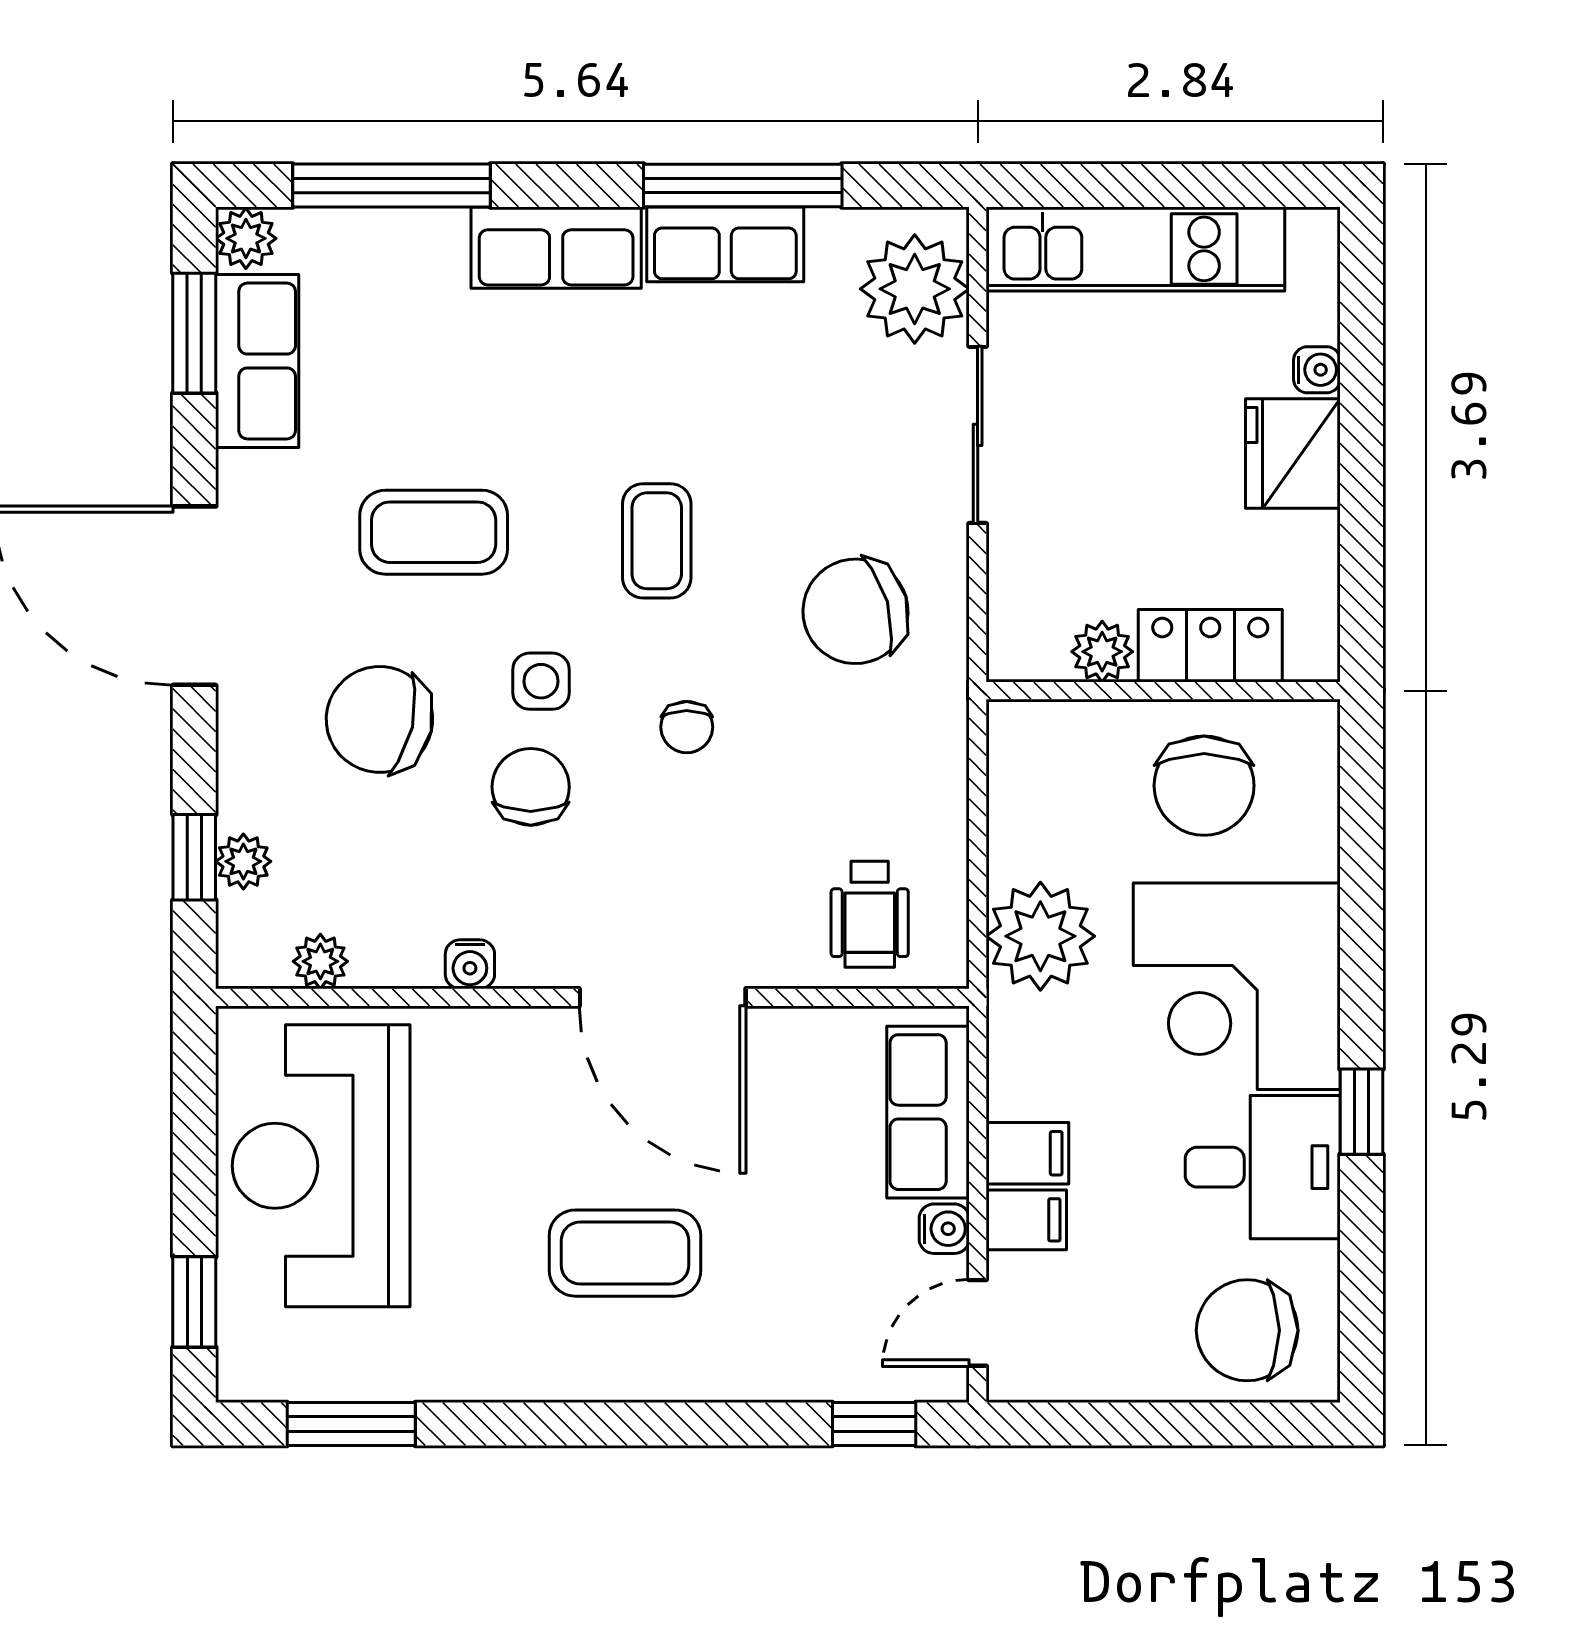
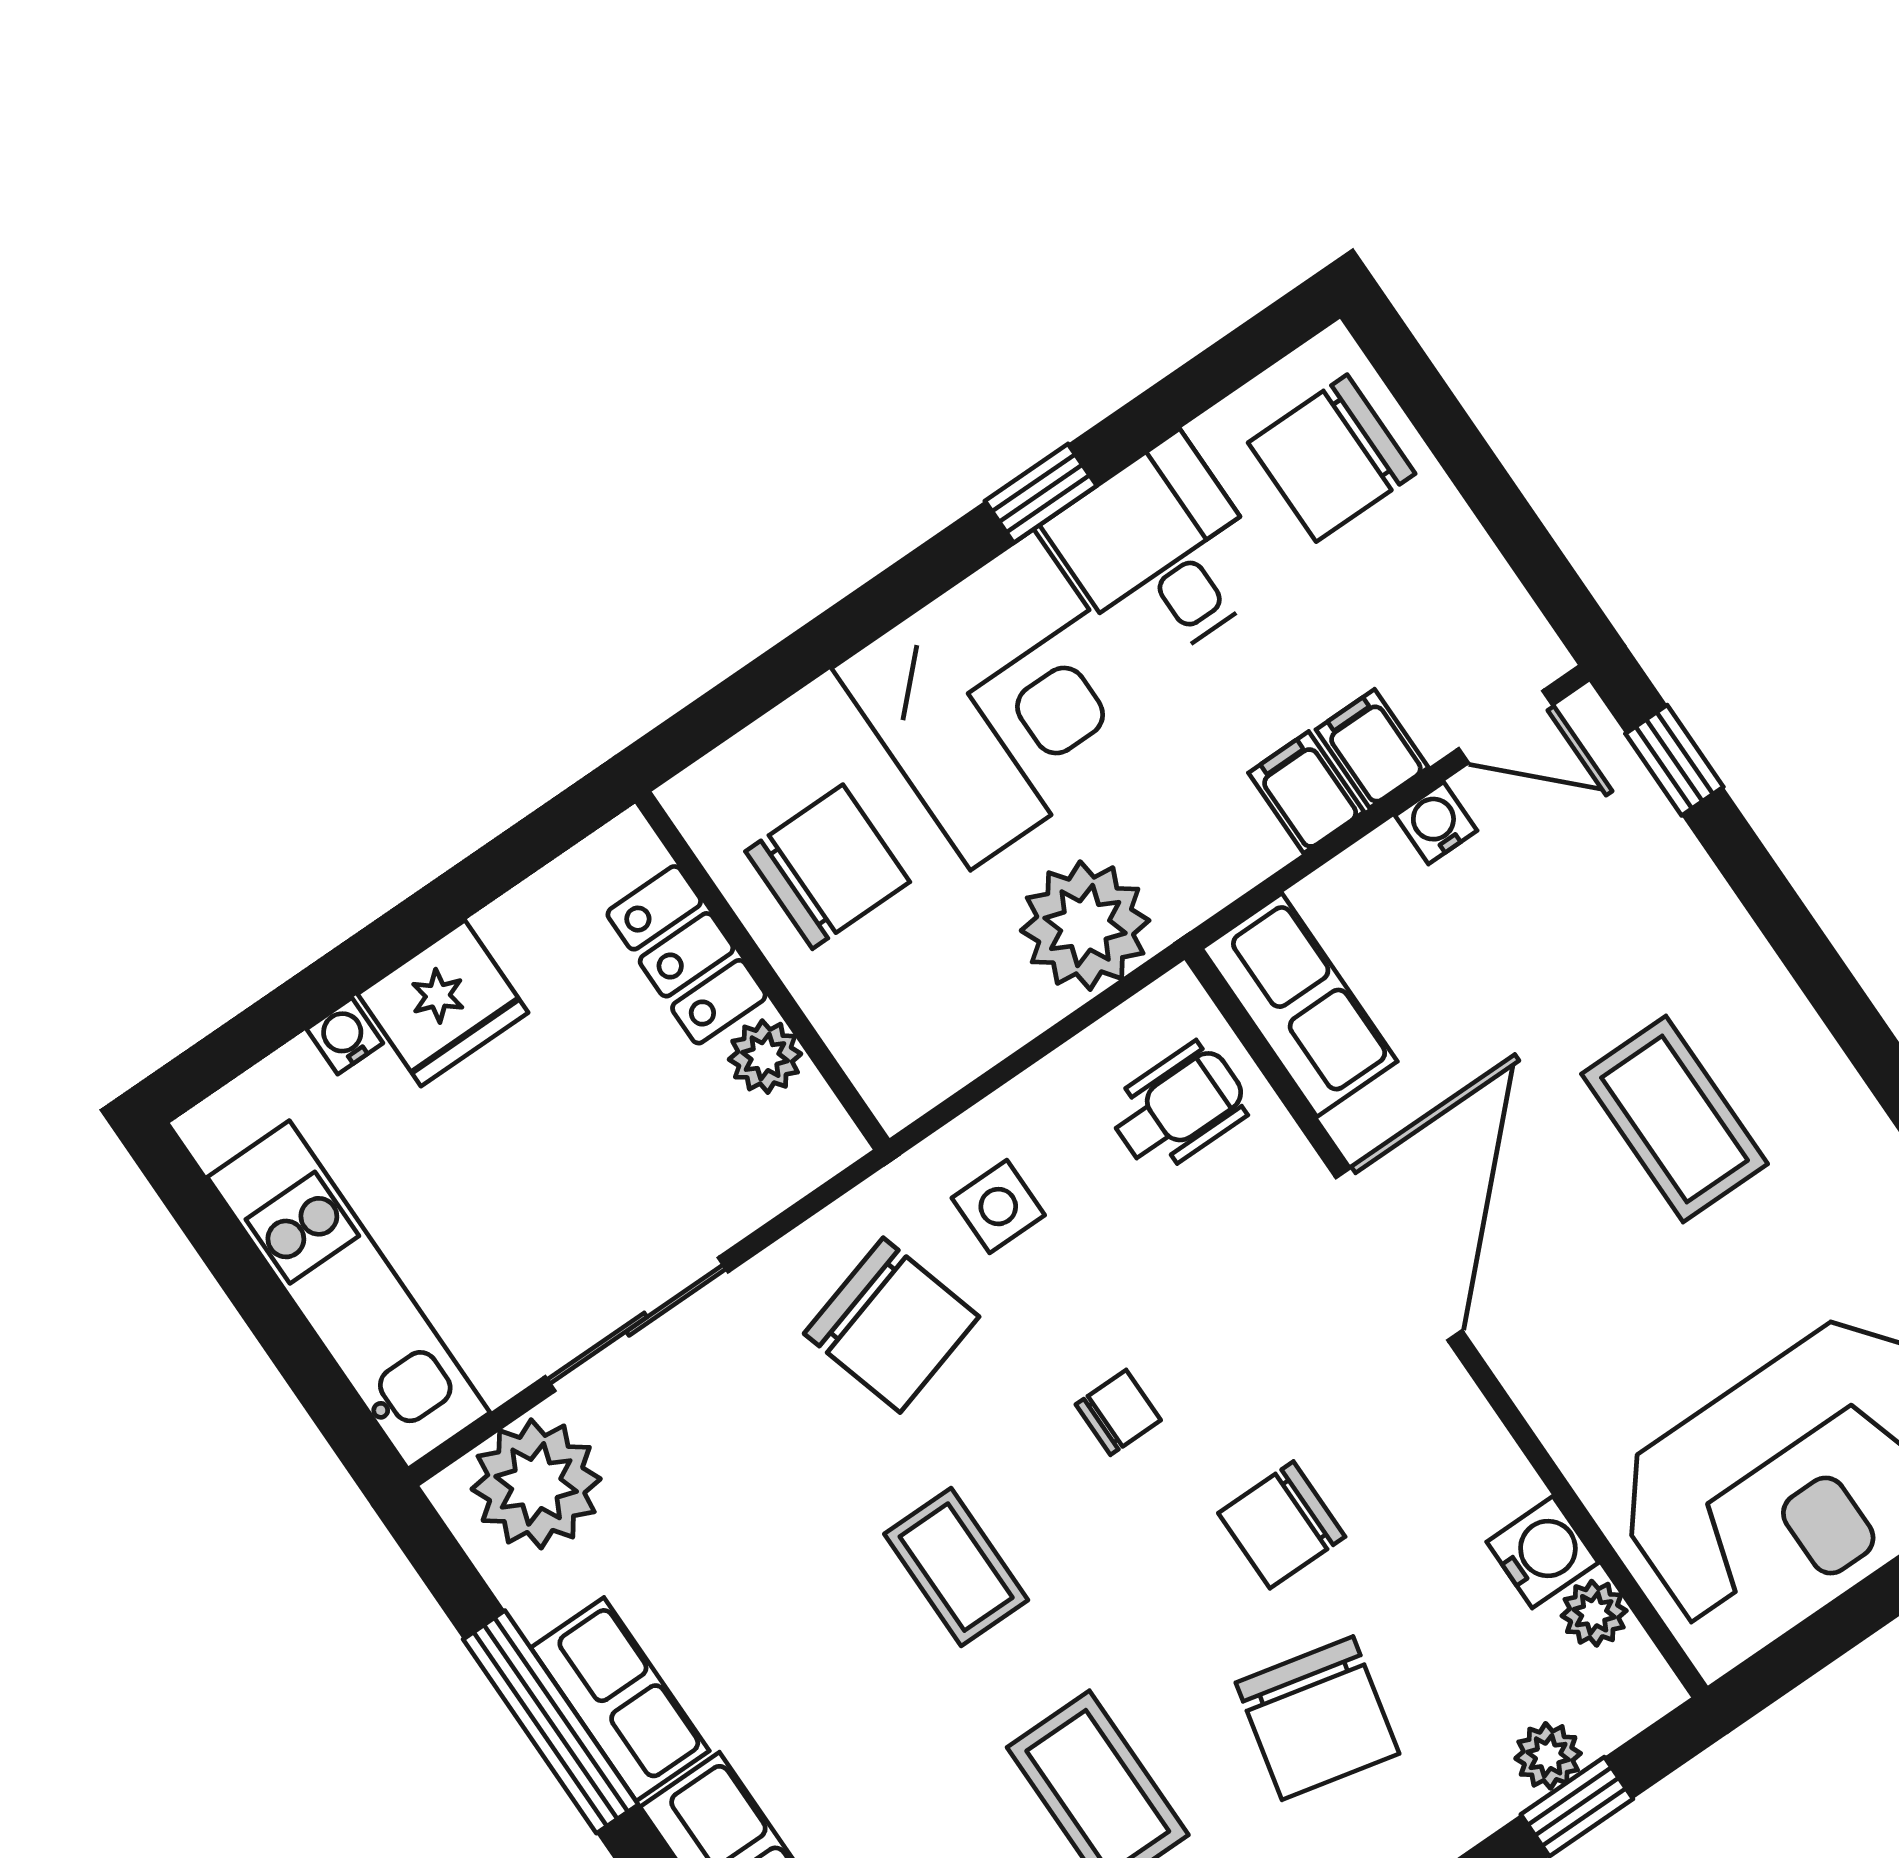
coffee table: (657, 541) -> (956, 1567), turned 90
side table: (541, 681) -> (998, 1207), moved
water cooler: (470, 964) -> (1543, 1552), moved, width x1.38, depth x1.38
row of seats: (928, 1112) -> (1299, 1005), moved, turned -90
chair: (1247, 1330) -> (1332, 458), turned 90

